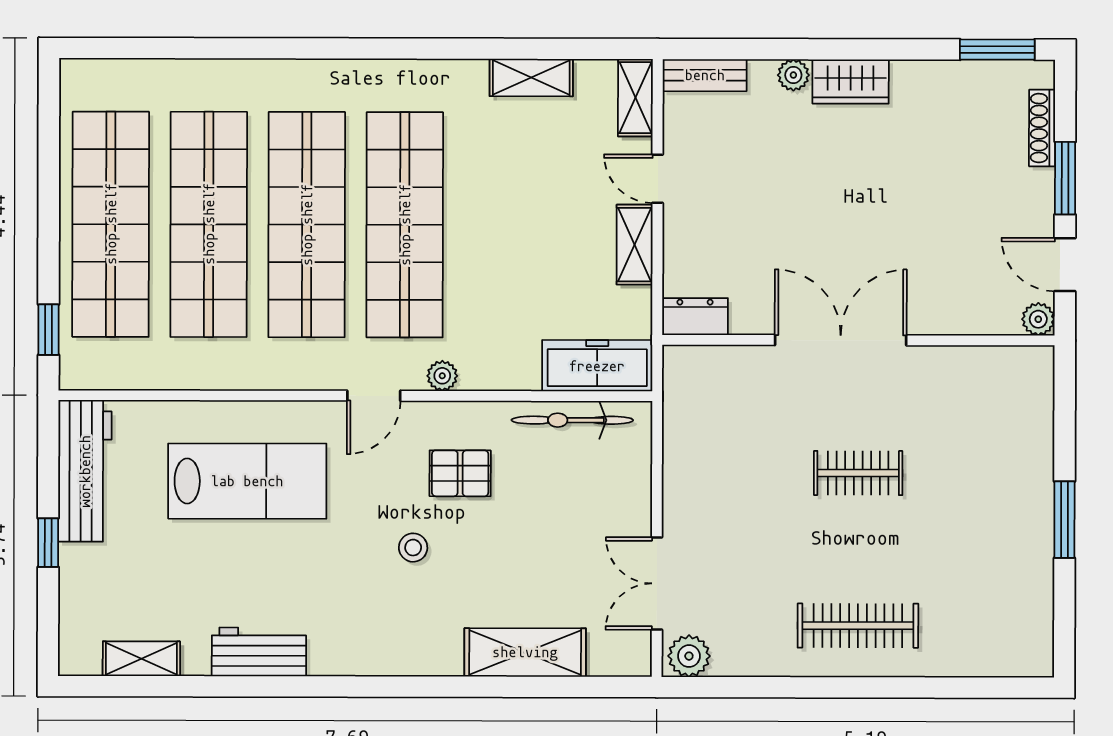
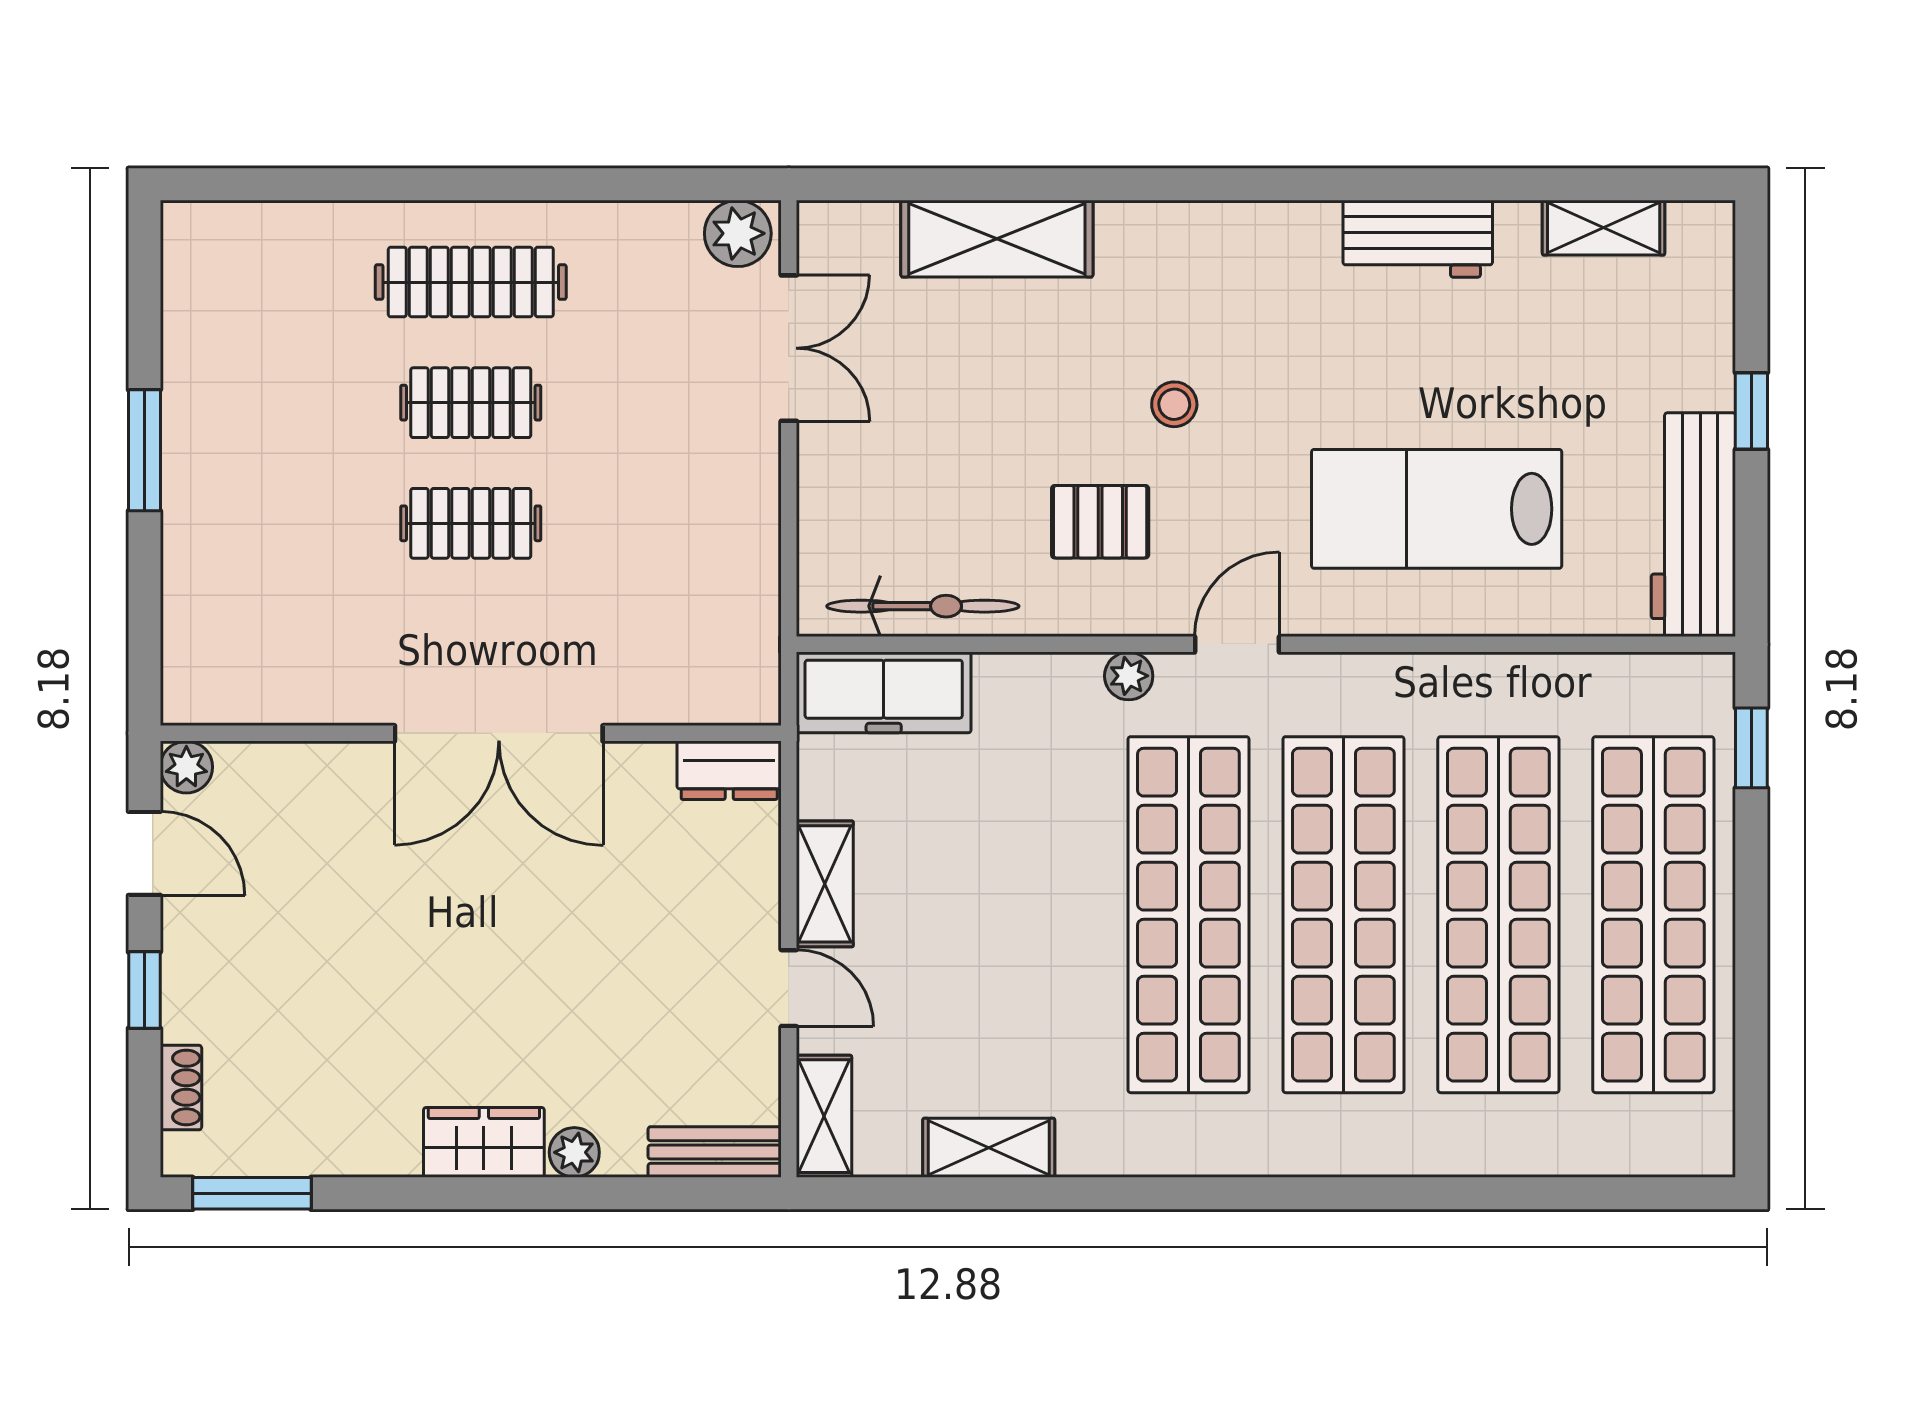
shoe rack: (1042, 128) -> (181, 1088), width x0.70
window: (1065, 178) -> (144, 990), width x0.67
clothes rail: (858, 549) -> (471, 403), added

